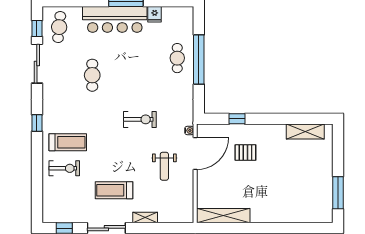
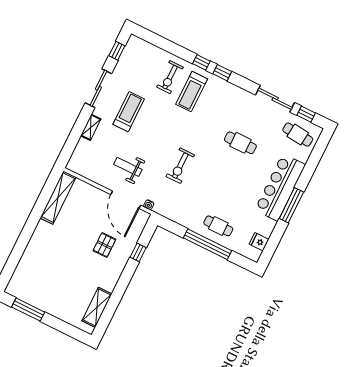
fridge: (155, 14) -> (259, 242), moved
window: (37, 147) -> (201, 62), added

